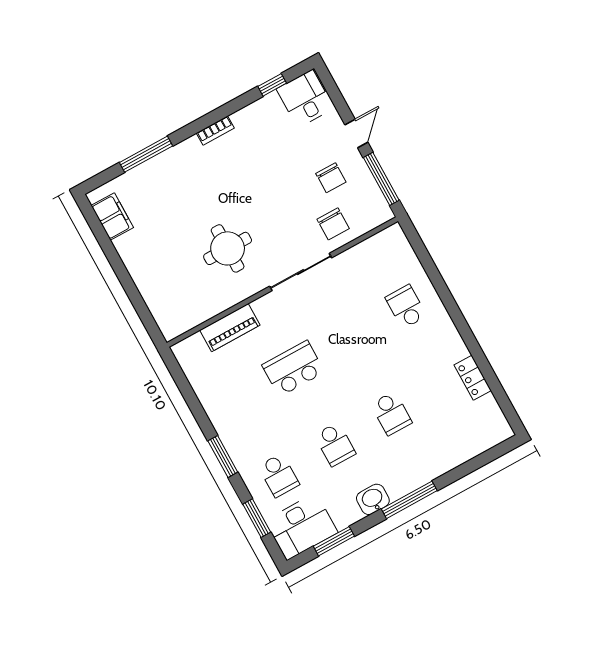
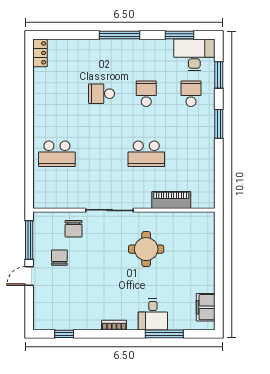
desk: (305, 99) -> (153, 314), moved
chair: (333, 224) -> (74, 229), turned 180
school desk: (406, 307) -> (57, 154), width x1.85
locker: (473, 378) -> (40, 53), moved
school desk: (391, 413) -> (102, 94), turned -90
washbasin: (373, 499) -> (142, 47), removed

